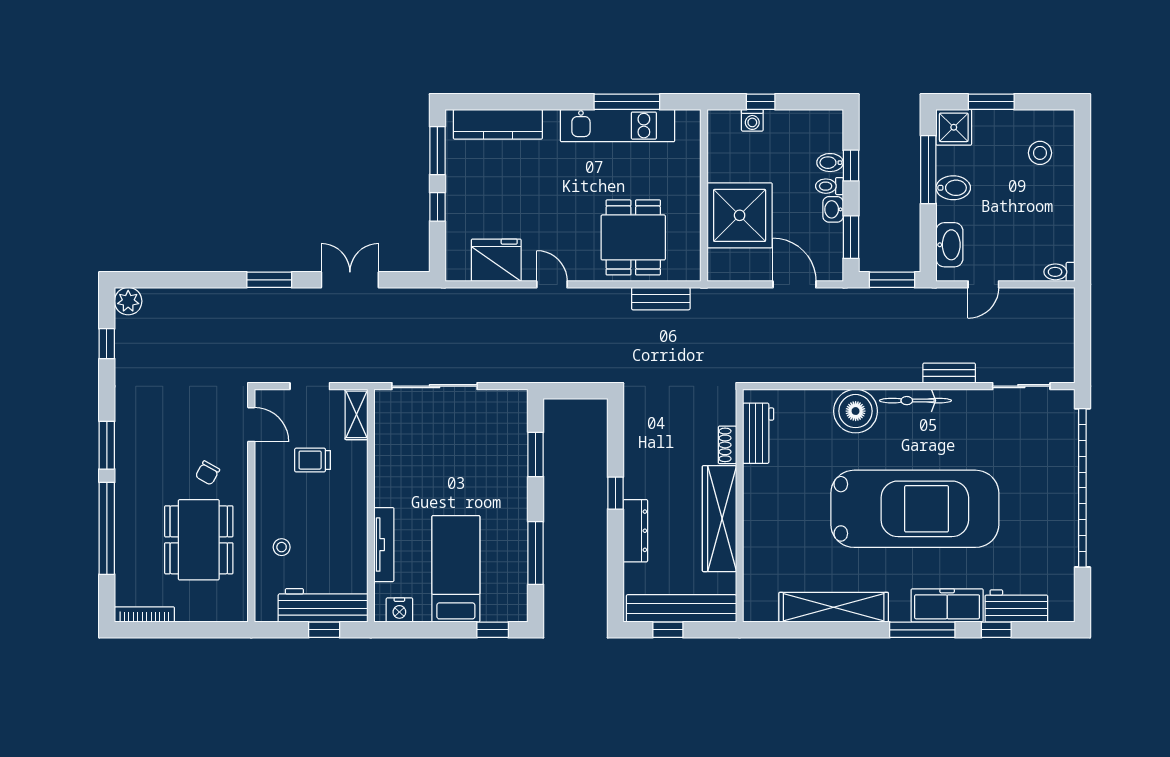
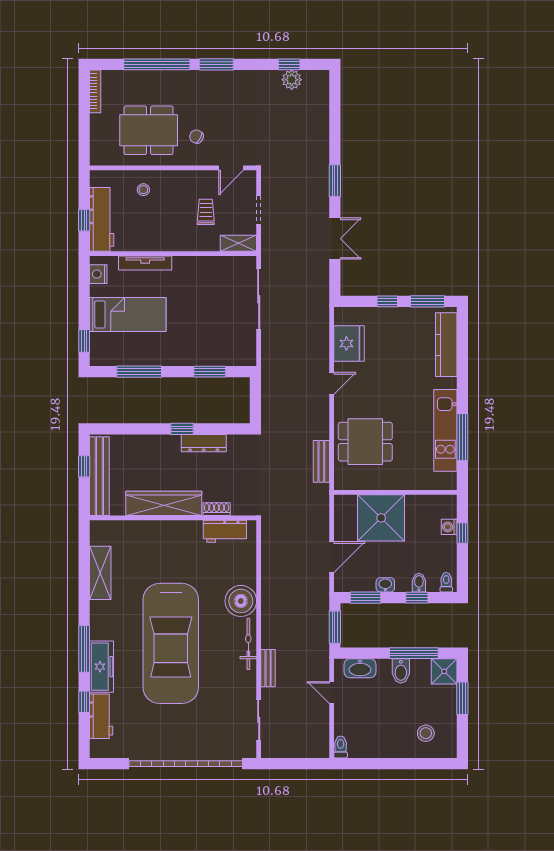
toilet: (829, 186) -> (446, 582), moved
plant: (128, 301) -> (292, 80), moved
dresser: (635, 531) -> (204, 443), moved
shelving: (834, 607) -> (100, 573), width x0.68

